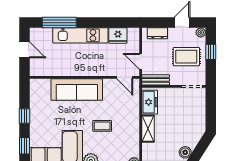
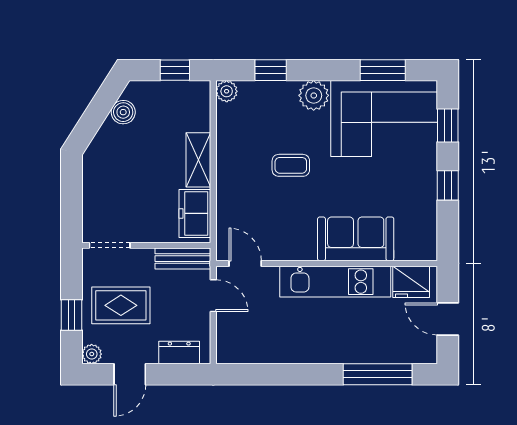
kitchen unit: (80, 35) -> (335, 282), moved, turned 180
fridge: (118, 35) -> (411, 282), moved, turned 180
sofa: (77, 90) -> (356, 239), width x0.73

